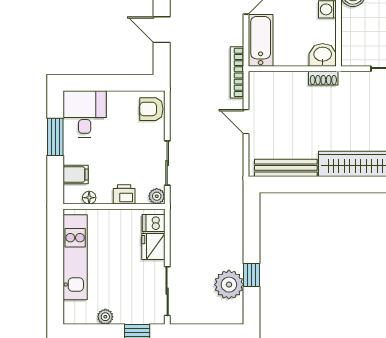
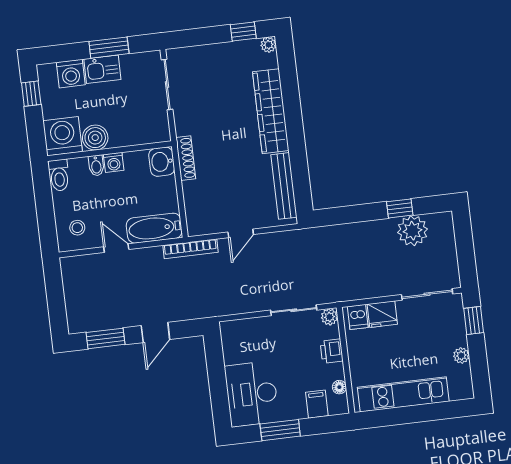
shoe rack: (323, 78) -> (186, 158), width x1.43
armchair: (151, 109) -> (239, 333), removed
desk: (85, 114) -> (252, 394), width x1.37

